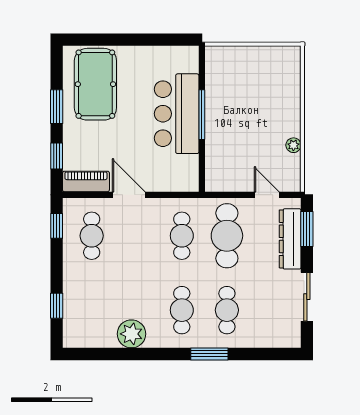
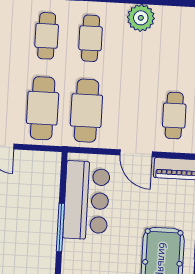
bar counter: (177, 114) -> (87, 200), moved
cafe table: (182, 236) -> (86, 111), width x1.37, depth x1.35

